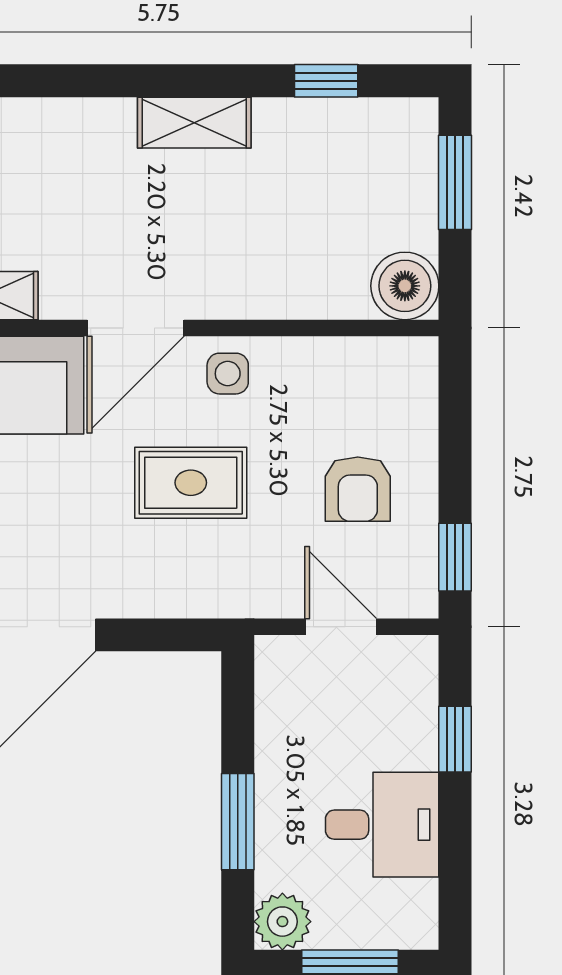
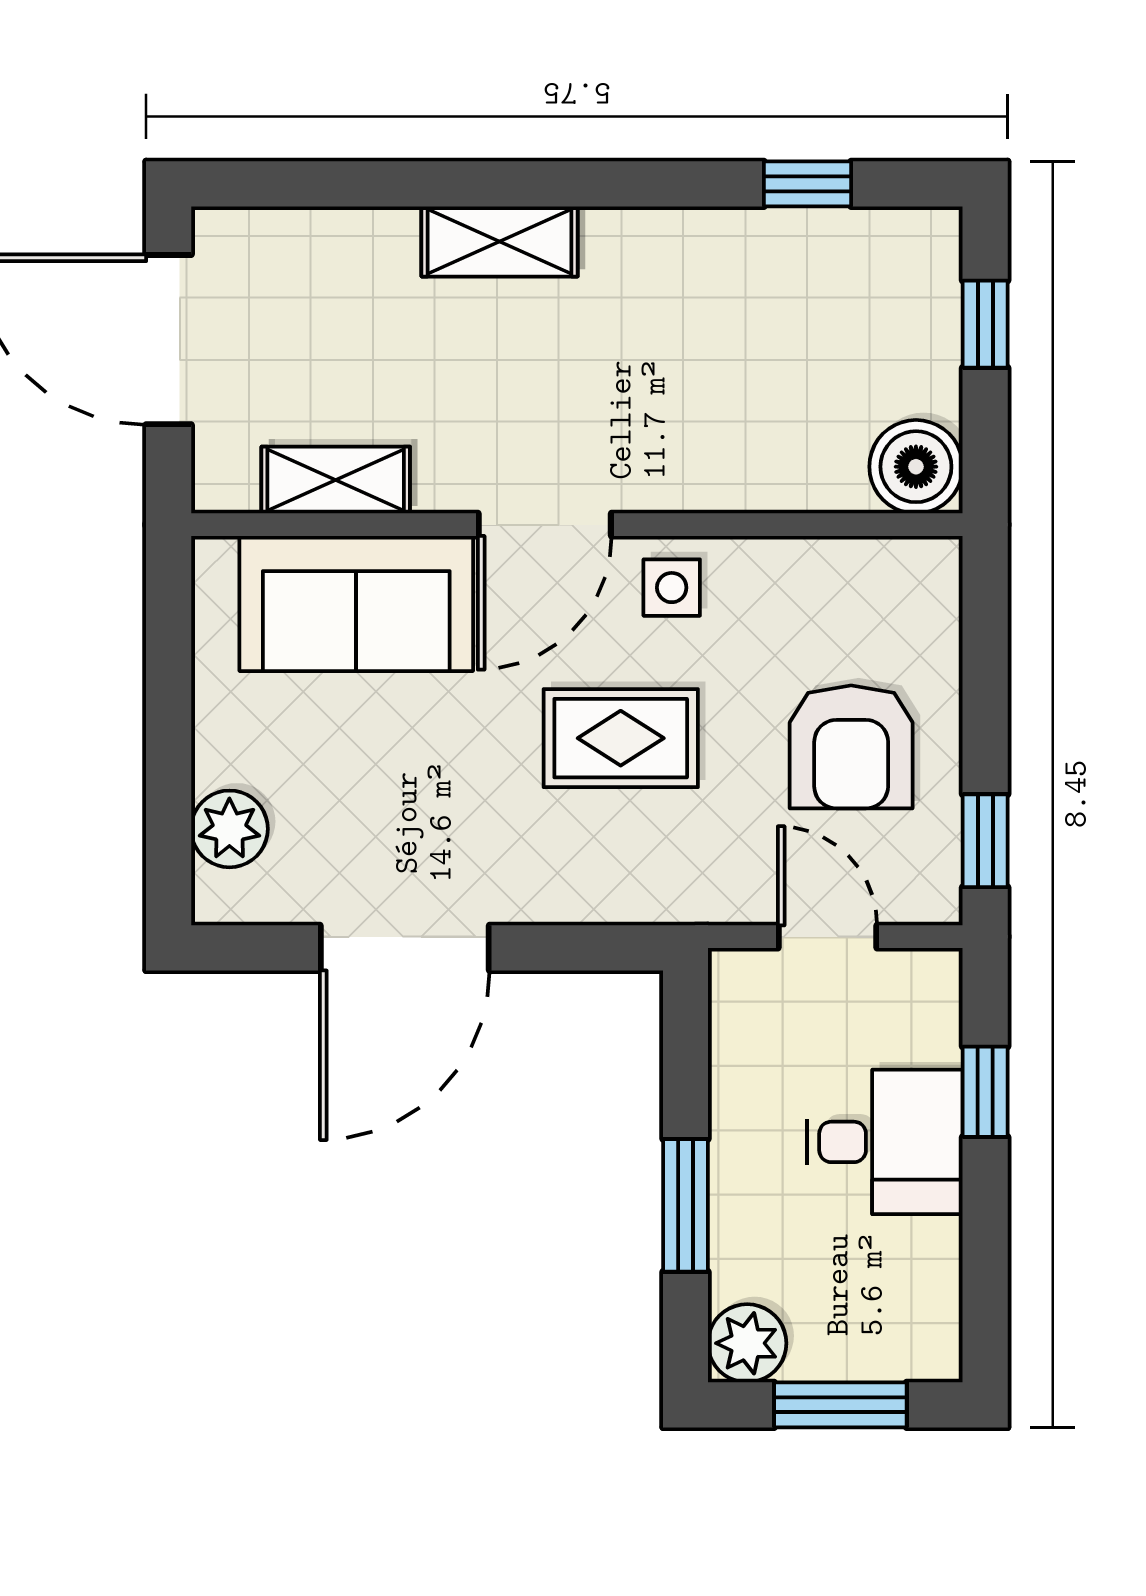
shelving: (194, 123) -> (500, 241), moved
window: (455, 182) -> (985, 324), width x0.67
armchair: (358, 489) -> (851, 747), width x1.38, depth x1.38
desk: (382, 825) -> (885, 1142), moved

